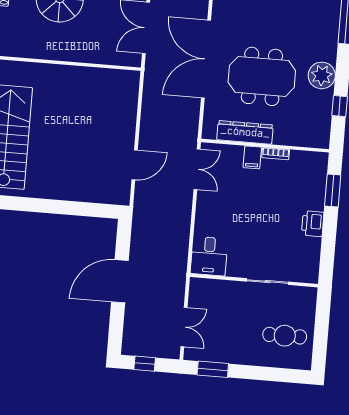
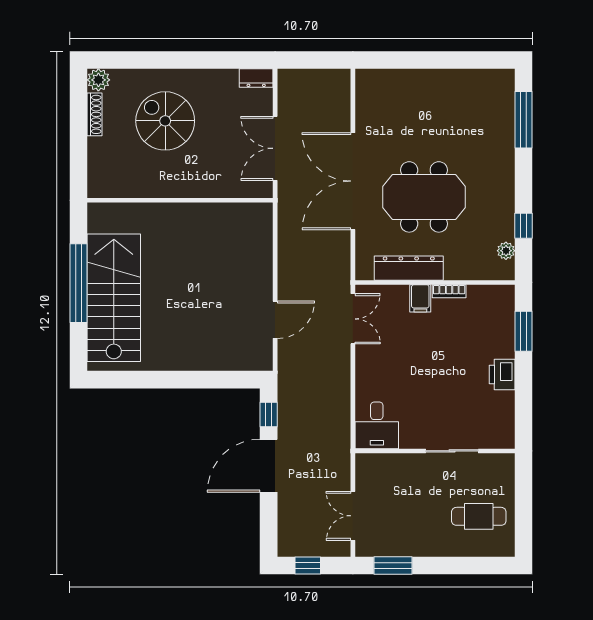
plant: (322, 75) -> (506, 251), moved, width x0.53, depth x0.53
window: (123, 240) -> (269, 414), added
double door: (184, 327) -> (353, 516), swing flipped

